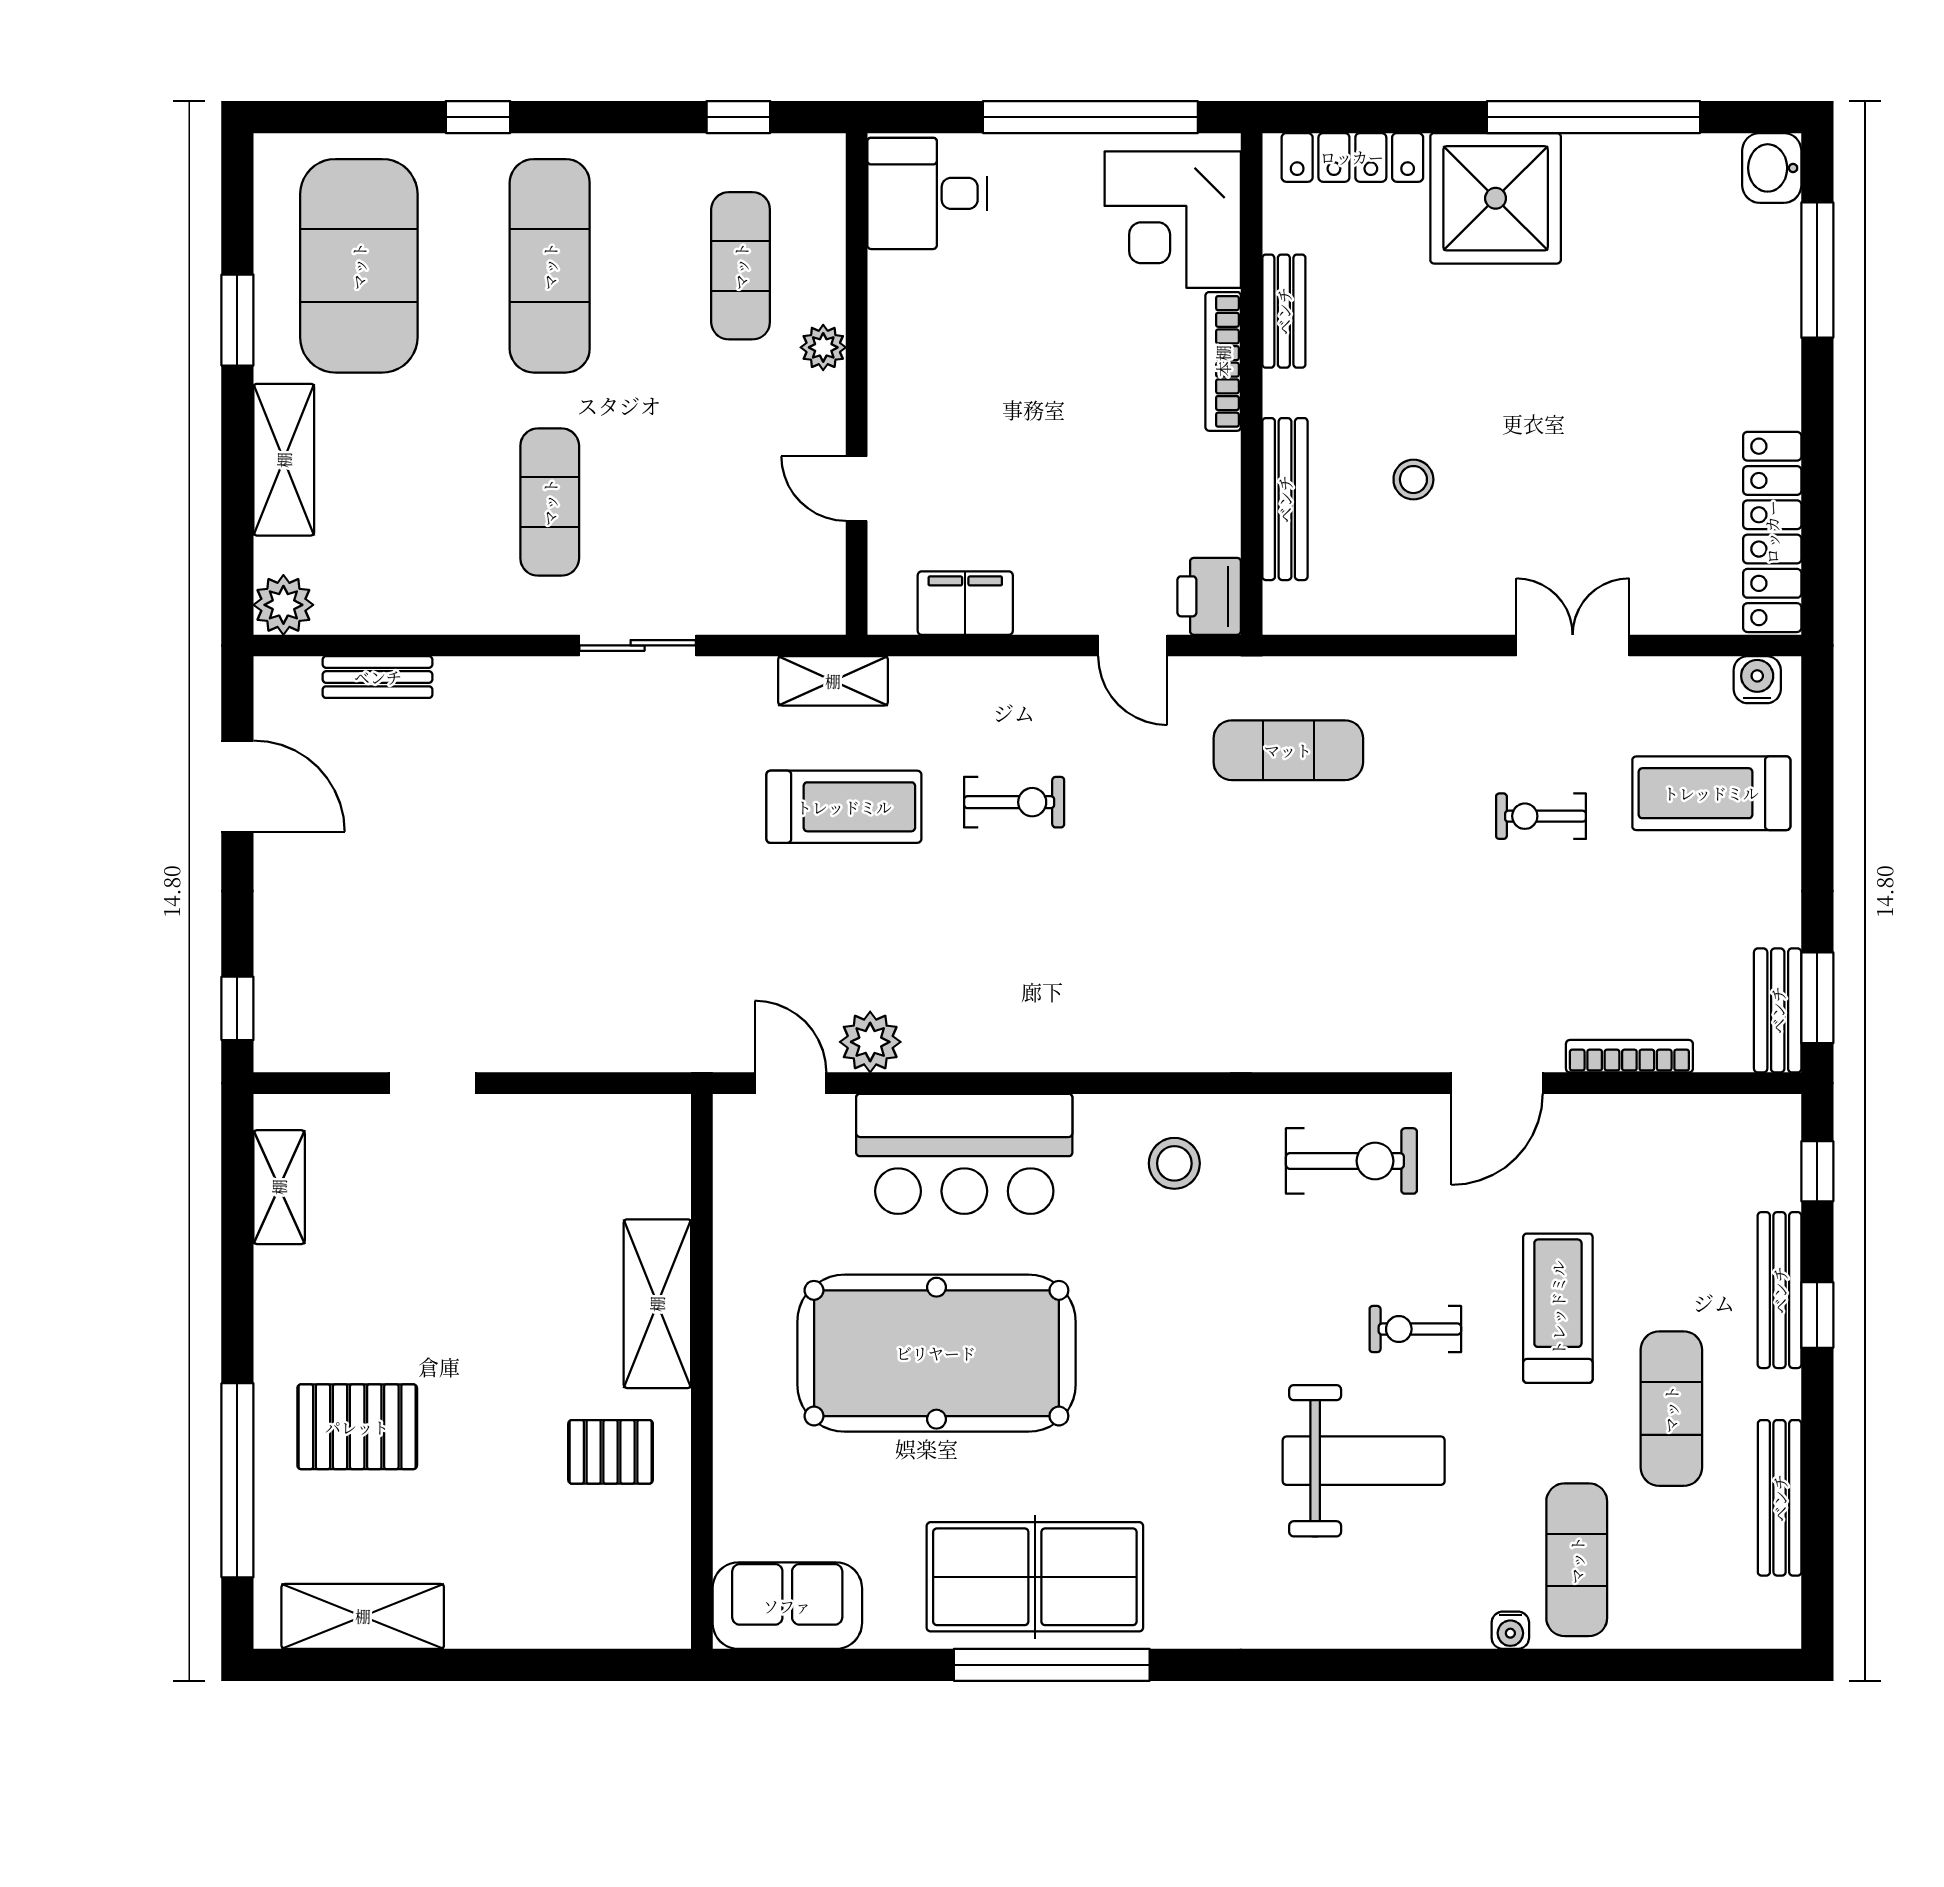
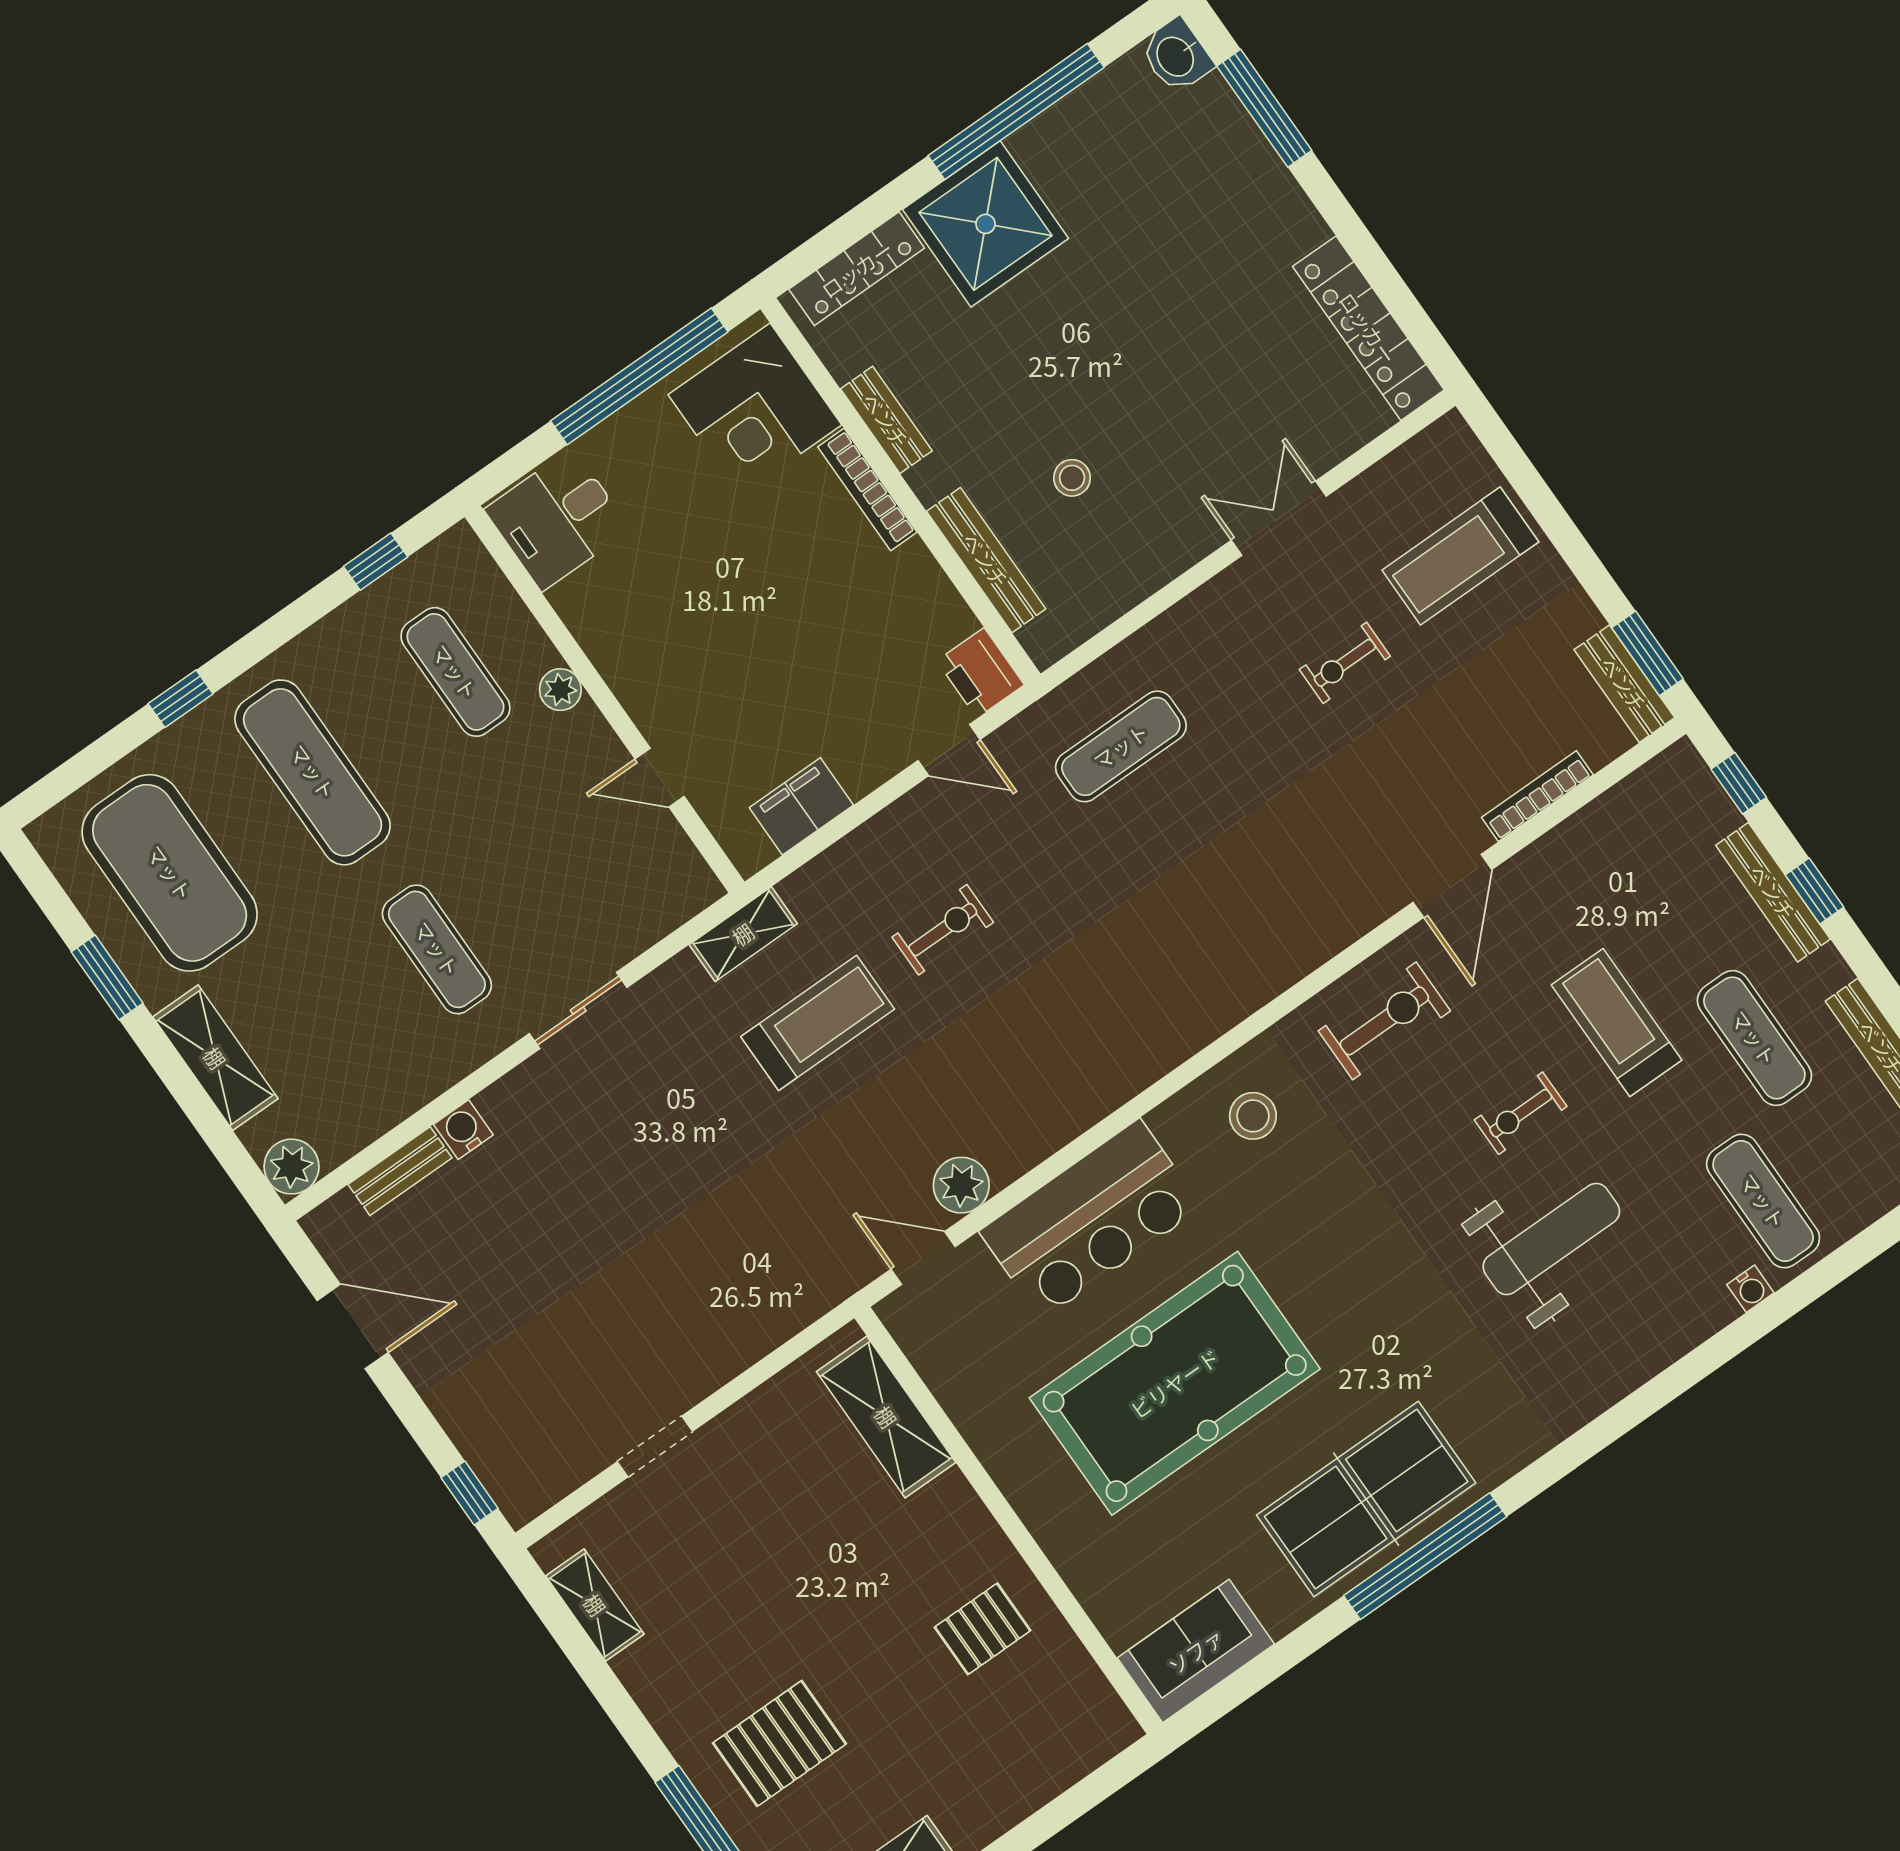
water cooler: (1757, 680) -> (463, 1130), moved
shelving: (657, 1304) -> (886, 1417), moved

